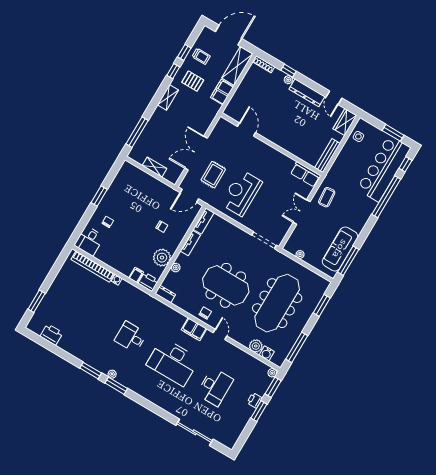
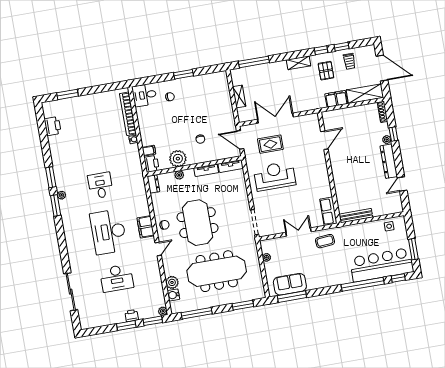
wardrobe: (345, 122) -> (391, 207), removed
sofa: (340, 249) -> (290, 284), width x0.73

